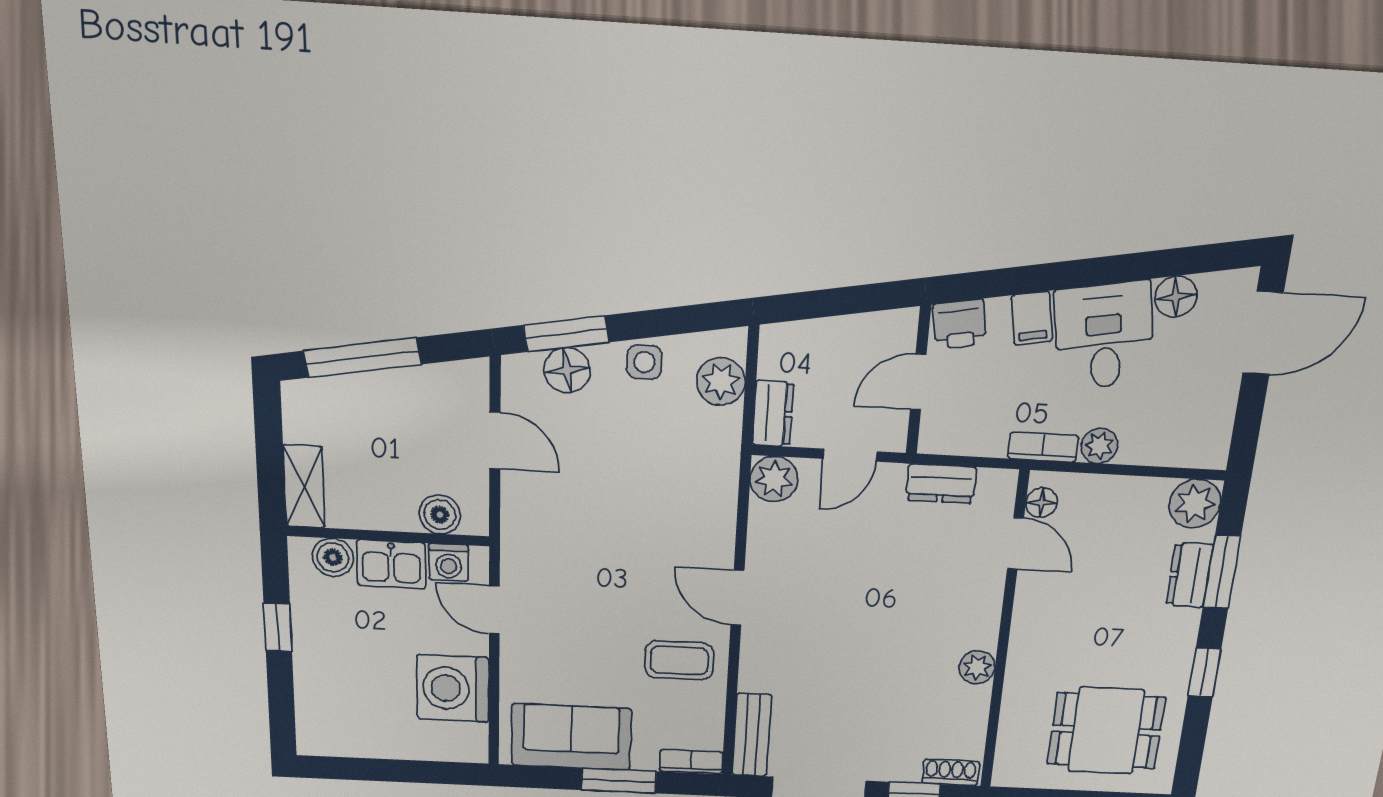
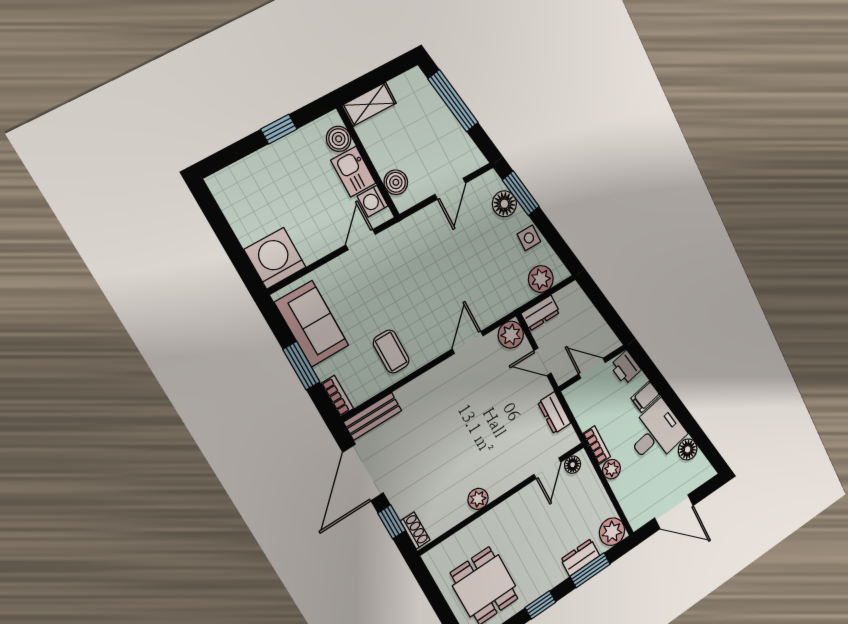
door: (1263, 333) -> (674, 512), moved
door: (738, 598) -> (468, 342), moved
washing machine: (453, 688) -> (275, 258), moved

